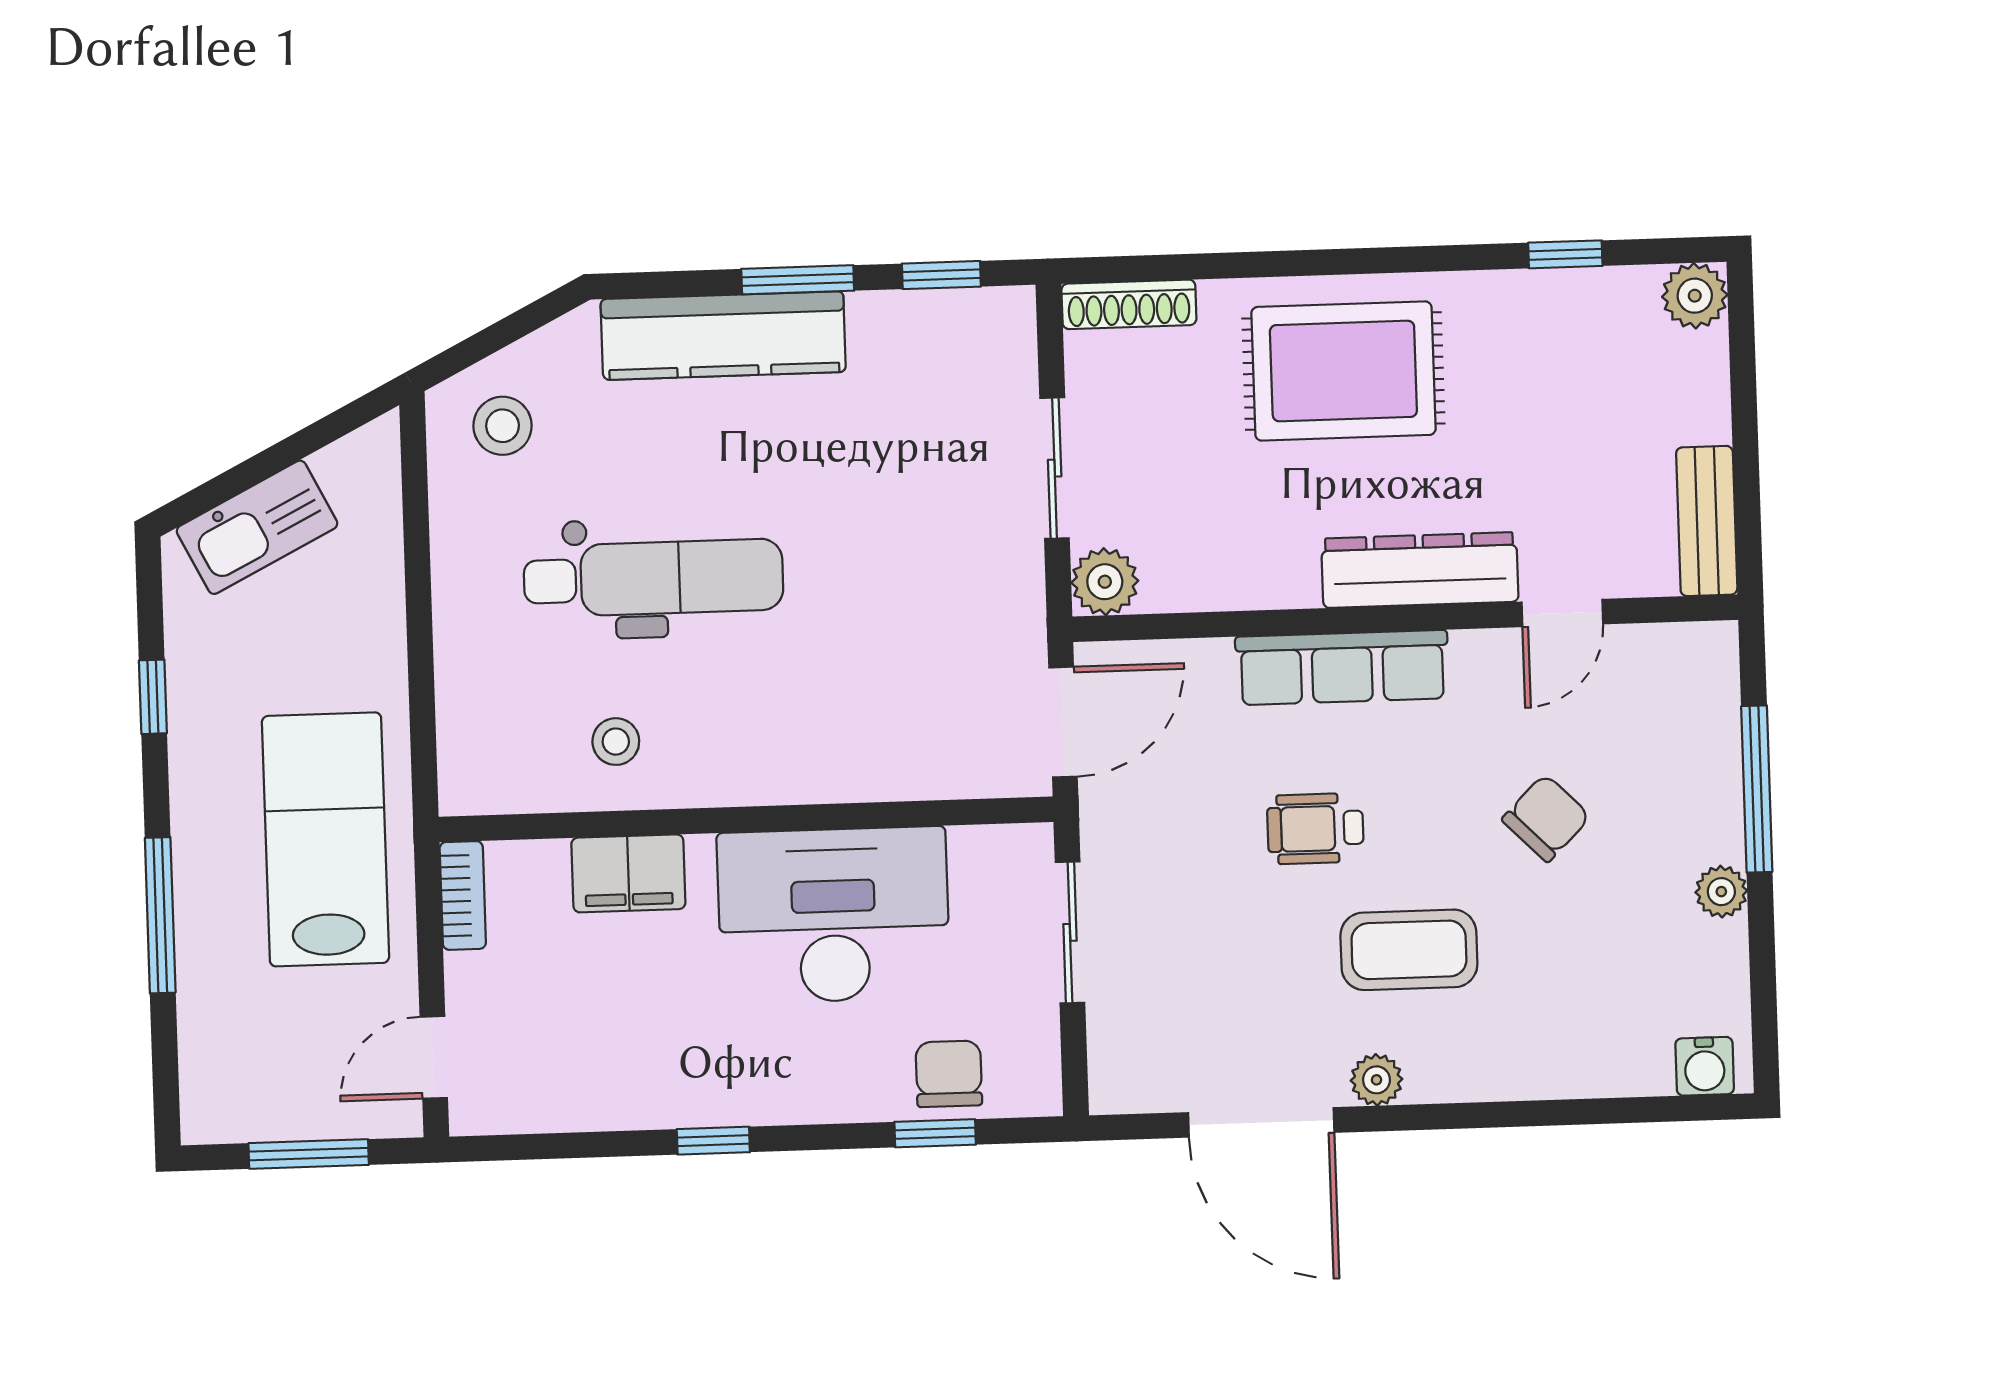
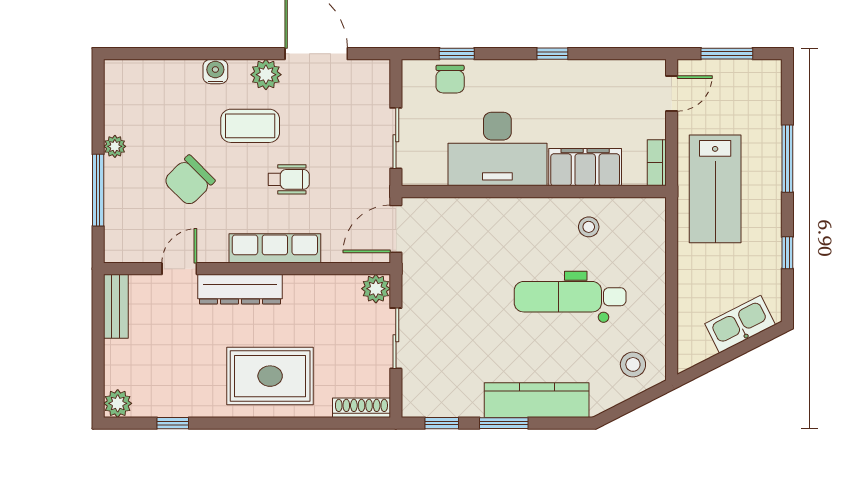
chair: (1546, 818) -> (189, 181), width x1.37, depth x1.37
filing cabinet: (628, 873) -> (585, 167), width x1.50, depth x1.17
water cooler: (1705, 1066) -> (215, 71), moved
plant: (1376, 1080) -> (266, 75), width x1.38, depth x1.38

